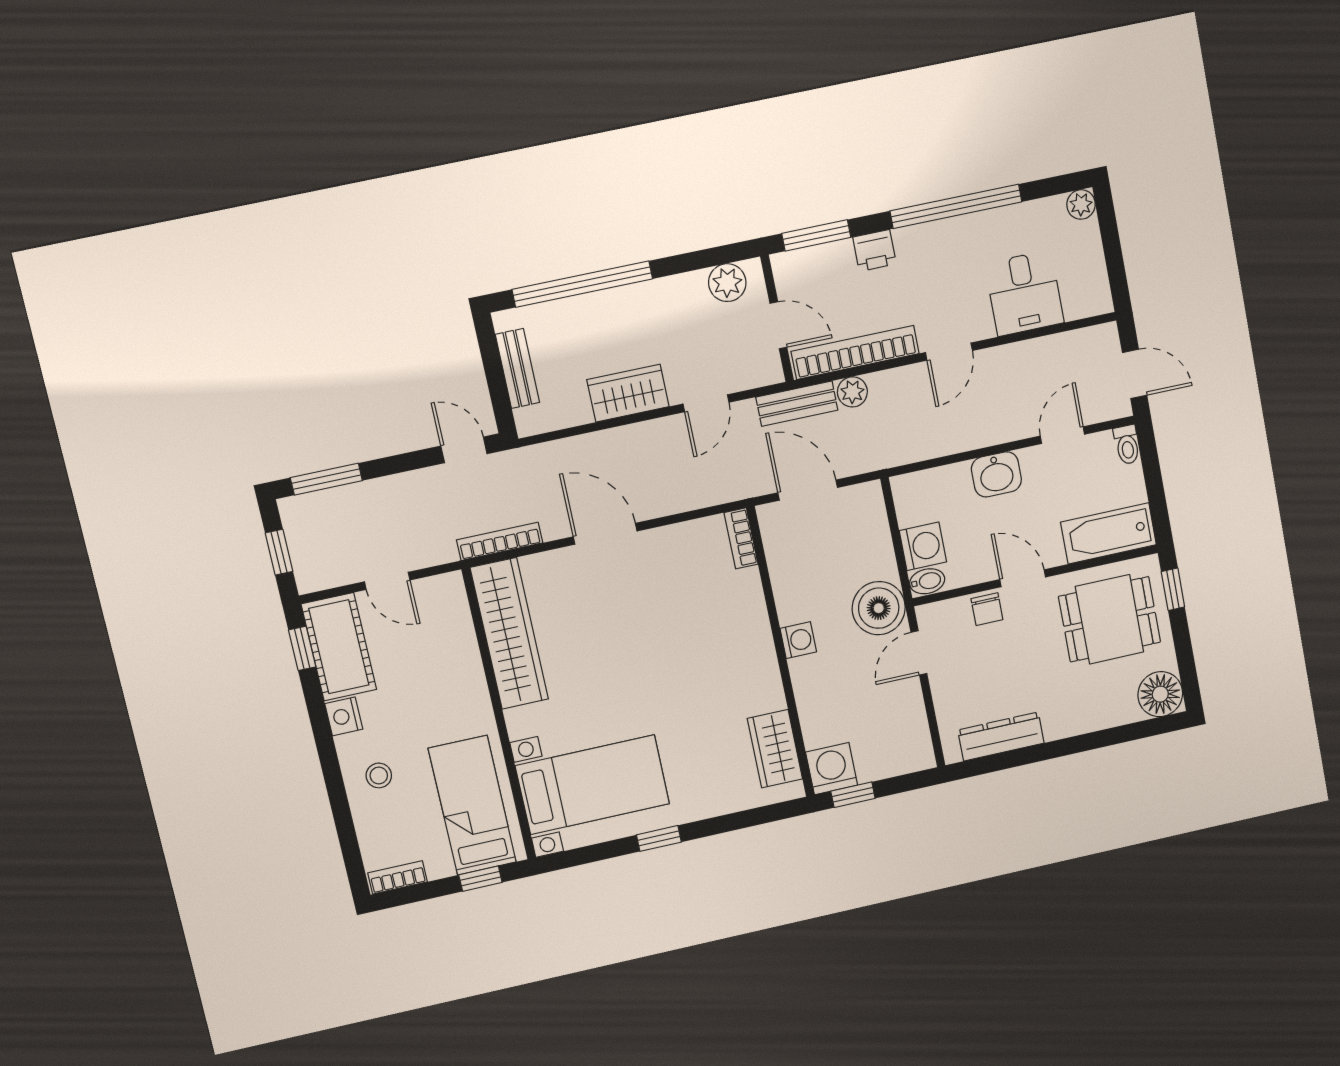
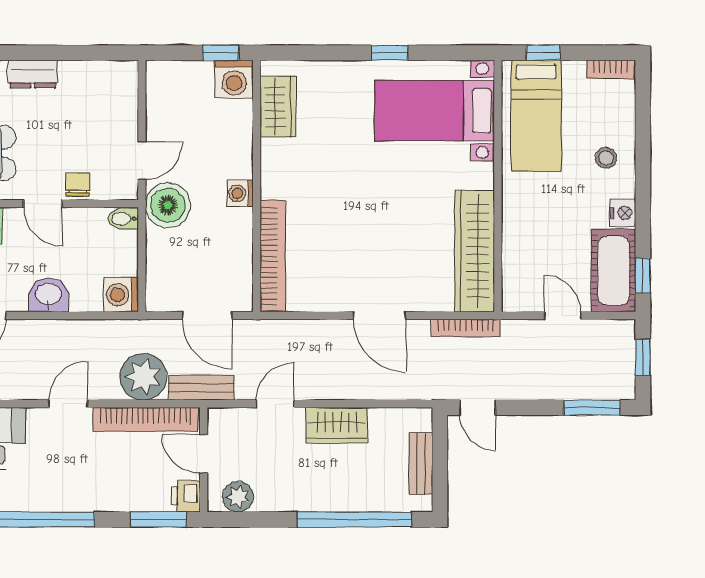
printer: (874, 251) -> (186, 496), moved, turned -90
plant: (852, 392) -> (143, 377), width x1.87, depth x1.87
bookcase: (741, 538) -> (273, 256), width x2.31, depth x1.31
washing machine: (923, 546) -> (121, 295), moved
dresser: (1001, 737) -> (33, 74), moved, width x0.70

